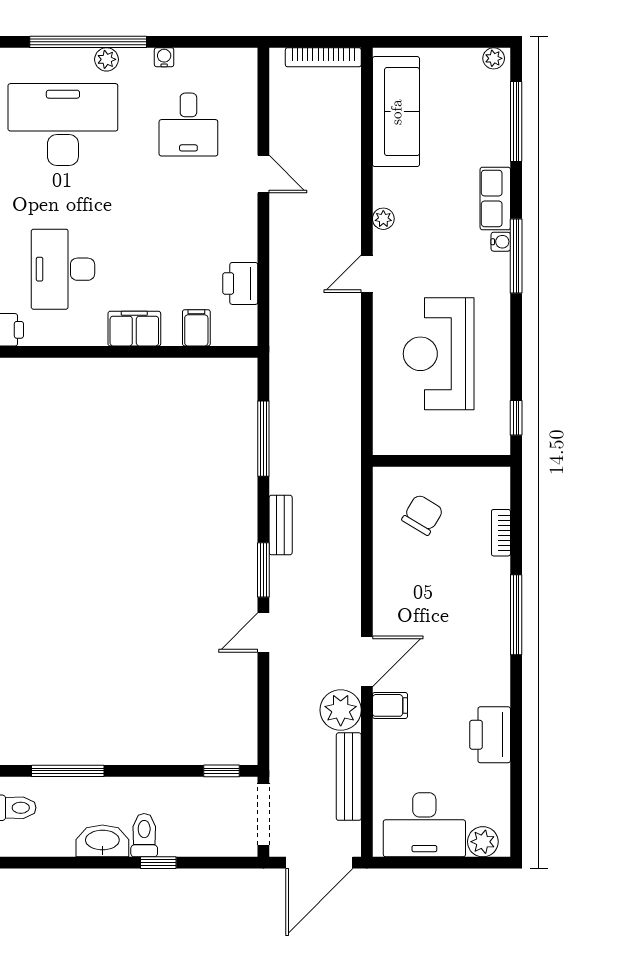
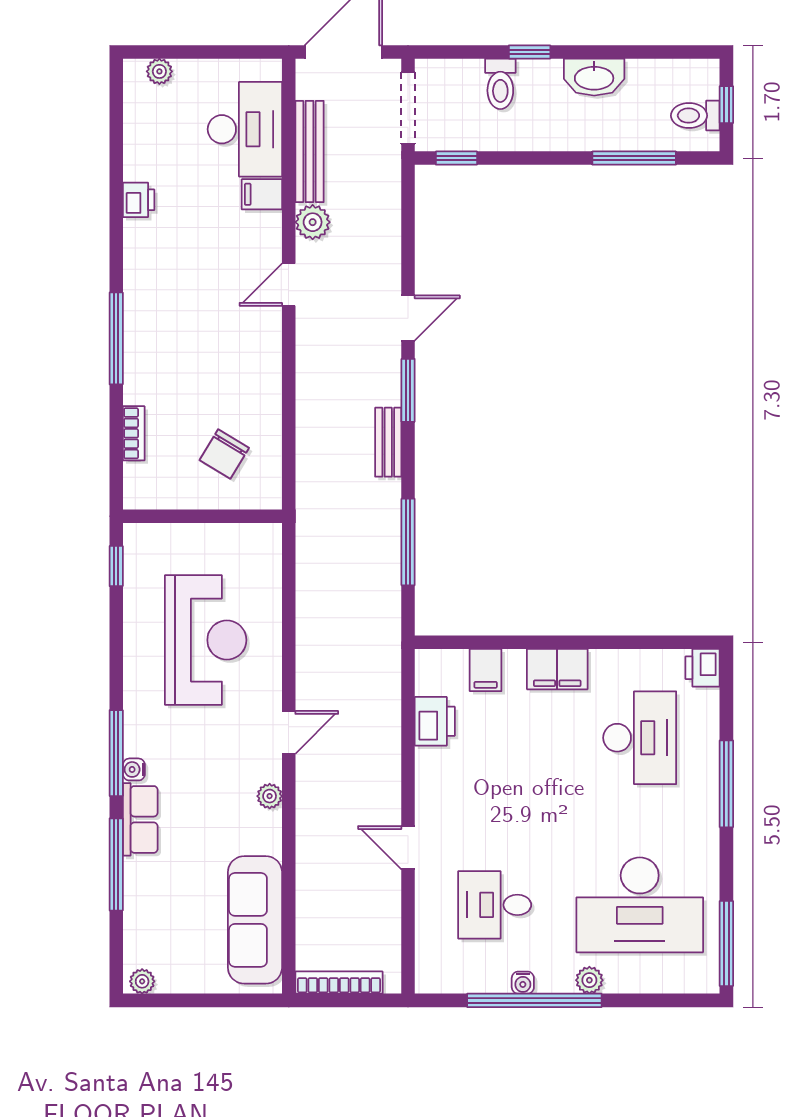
window: (88, 42) -> (534, 1000), moved
window: (516, 121) -> (116, 864), moved
desk: (188, 125) -> (495, 905), turned -90
door: (367, 661) -> (289, 285), width x0.73
filing cabinet: (390, 705) -> (262, 194), moved
plant: (341, 710) -> (313, 222), width x0.73, depth x0.73
printer: (490, 735) -> (139, 200), width x0.53, depth x0.68
desk: (424, 825) -> (245, 129), moved, turned 90
toilet: (144, 835) -> (500, 84), moved
plant: (483, 842) -> (159, 71), width x0.73, depth x0.73

